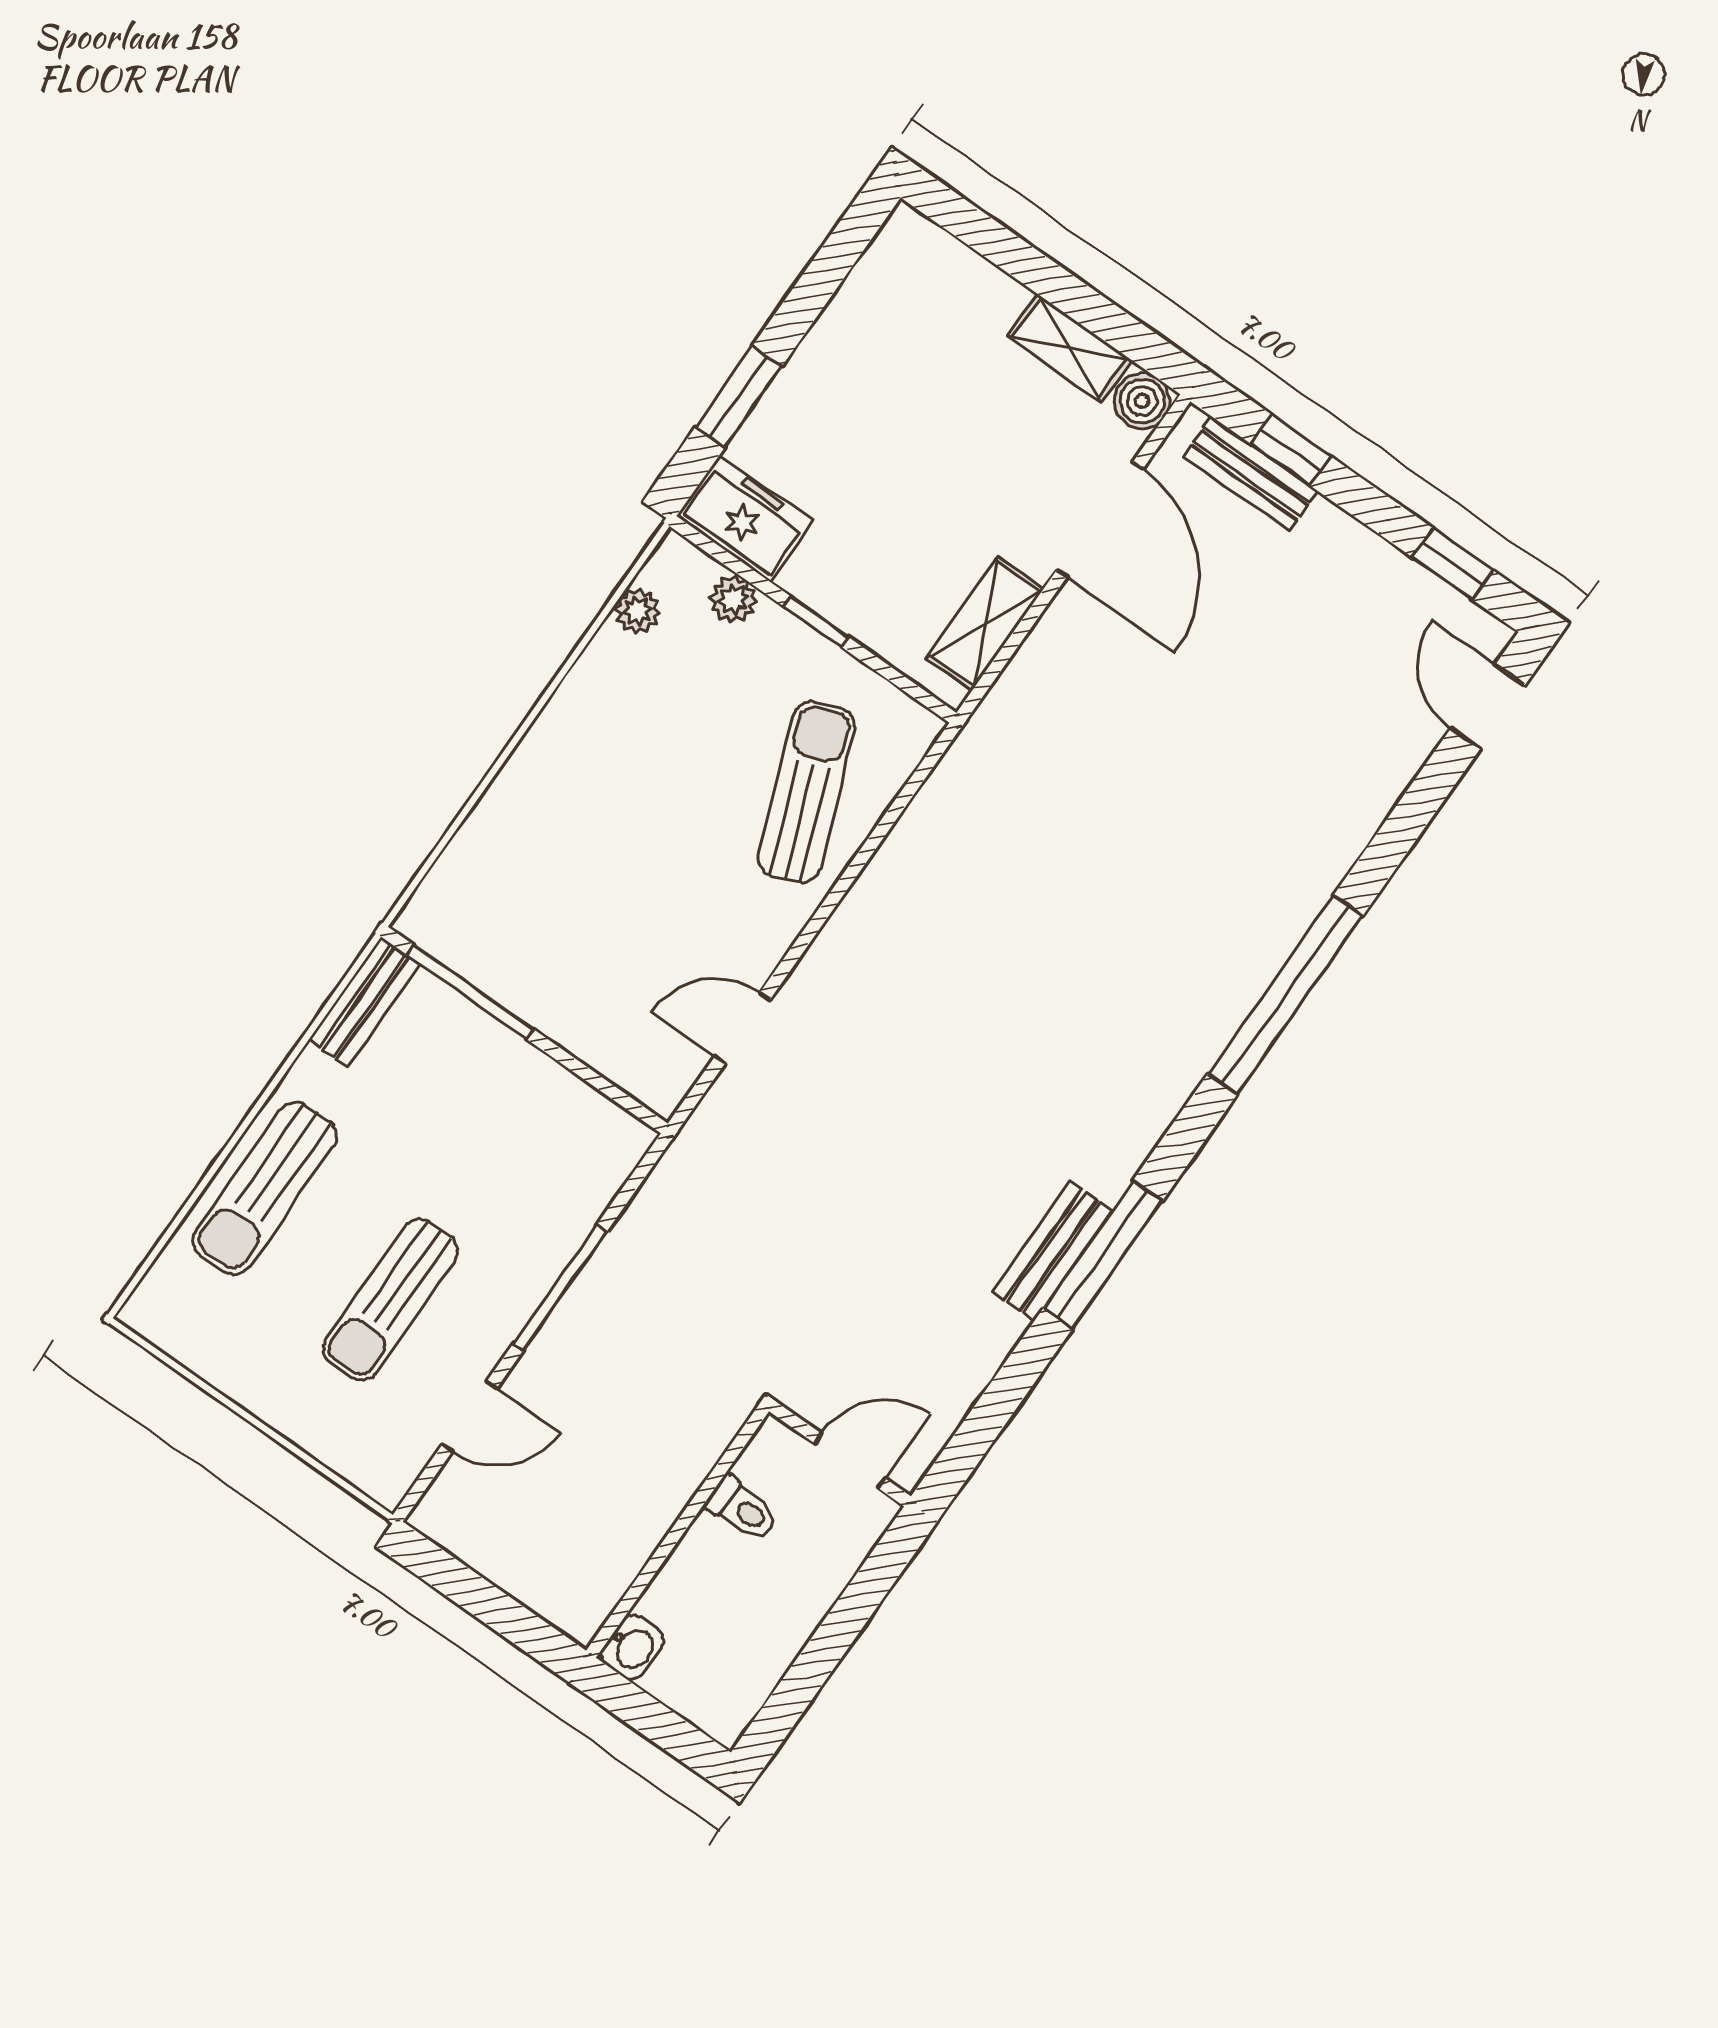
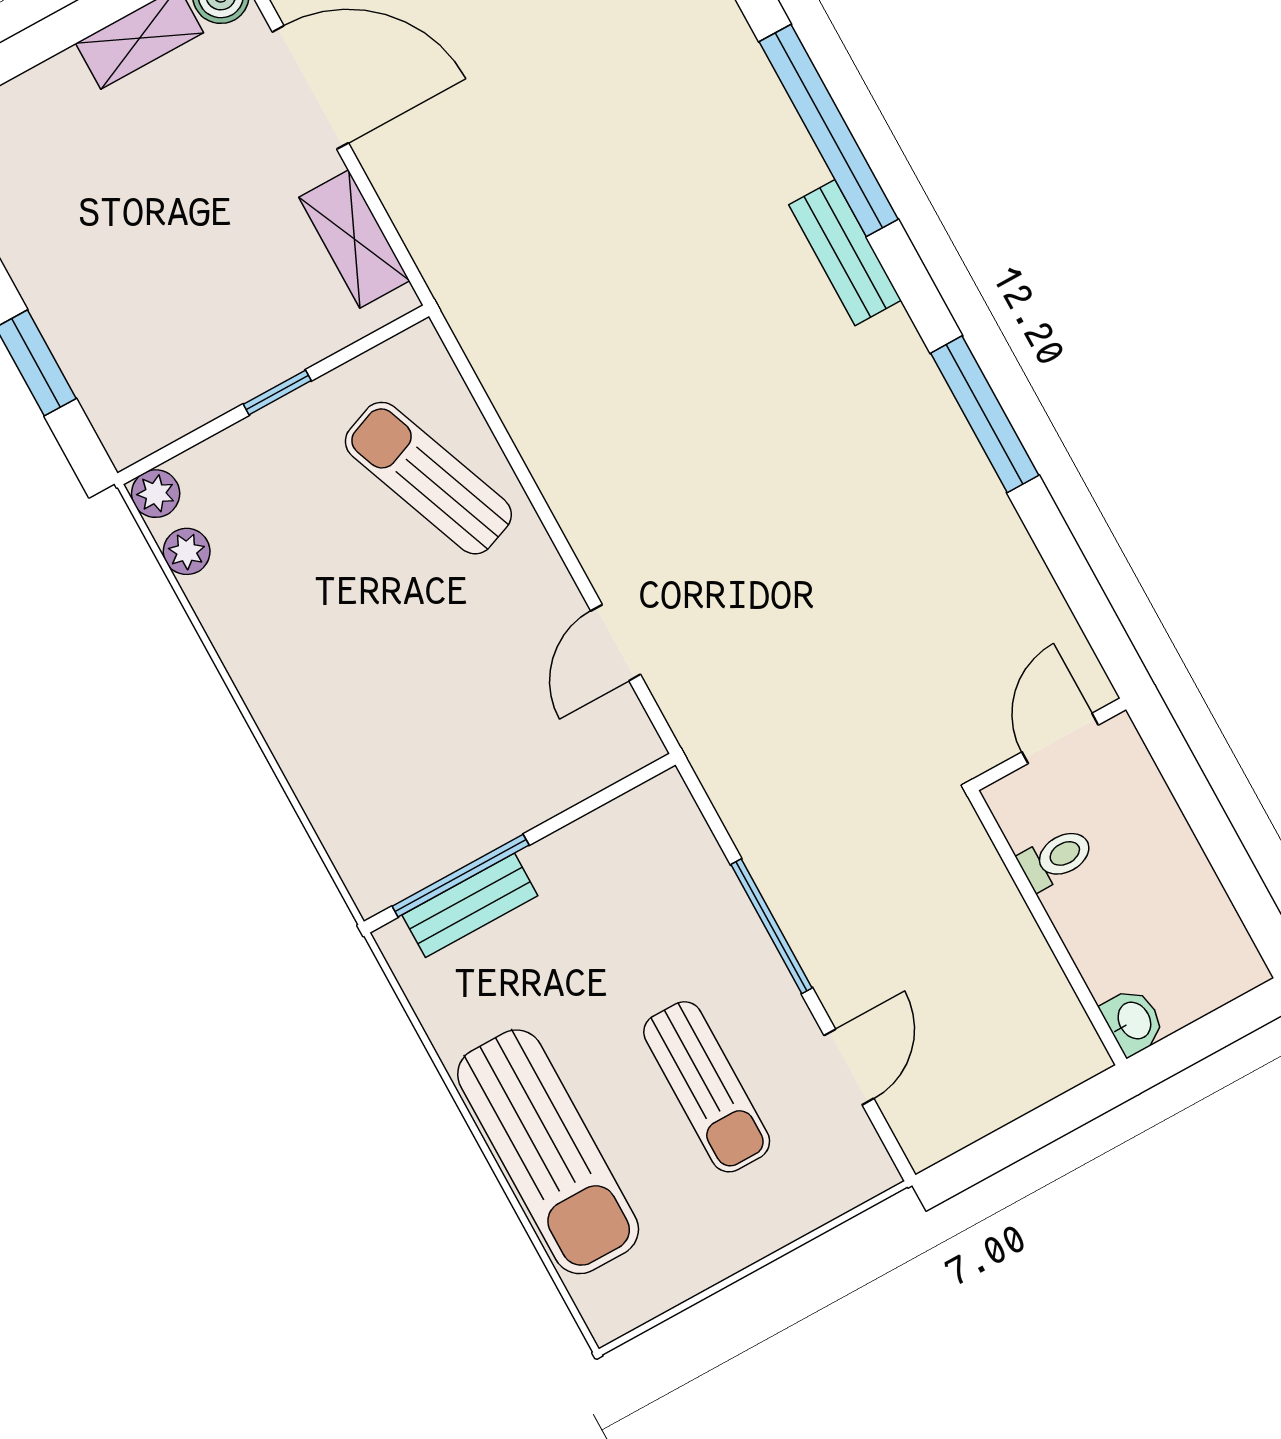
freezer: (745, 519) -> (150, 412), removed
plant: (733, 599) -> (156, 494), moved
bench: (364, 1002) -> (470, 905), moved, turned 90
sun lounger: (265, 1188) -> (548, 1152), width x1.36, depth x1.34
bench: (1052, 1251) -> (845, 253), moved

